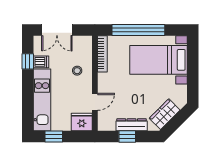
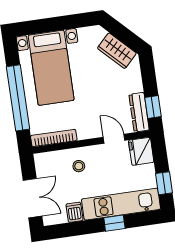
window: (28, 61) -> (114, 223), moved
dresser: (132, 125) -> (139, 112), moved
window: (127, 136) -> (153, 107), moved

